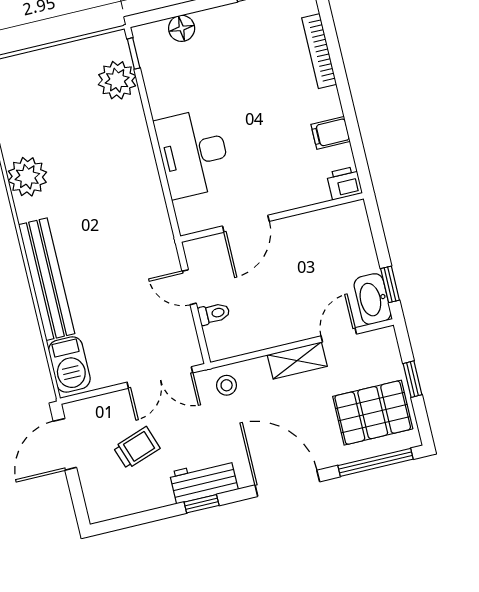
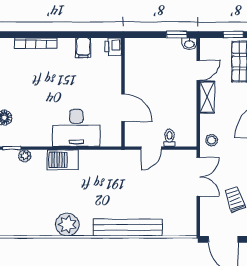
plant: (117, 80) -> (25, 156), width x0.53, depth x0.53
washbasin: (372, 299) -> (189, 44), width x0.52, depth x0.69
door: (339, 335) -> (198, 70), swing flipped
barbecue: (69, 364) -> (63, 160), moved, turned 180

